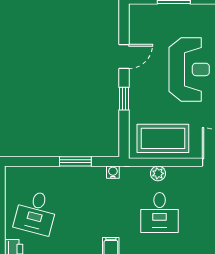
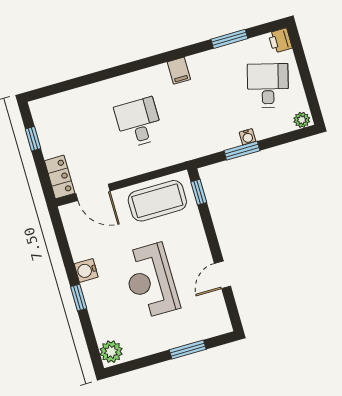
window: (124, 99) -> (199, 192), moved
water cooler: (113, 172) -> (247, 137), moved
plant: (158, 173) -> (302, 120), moved

